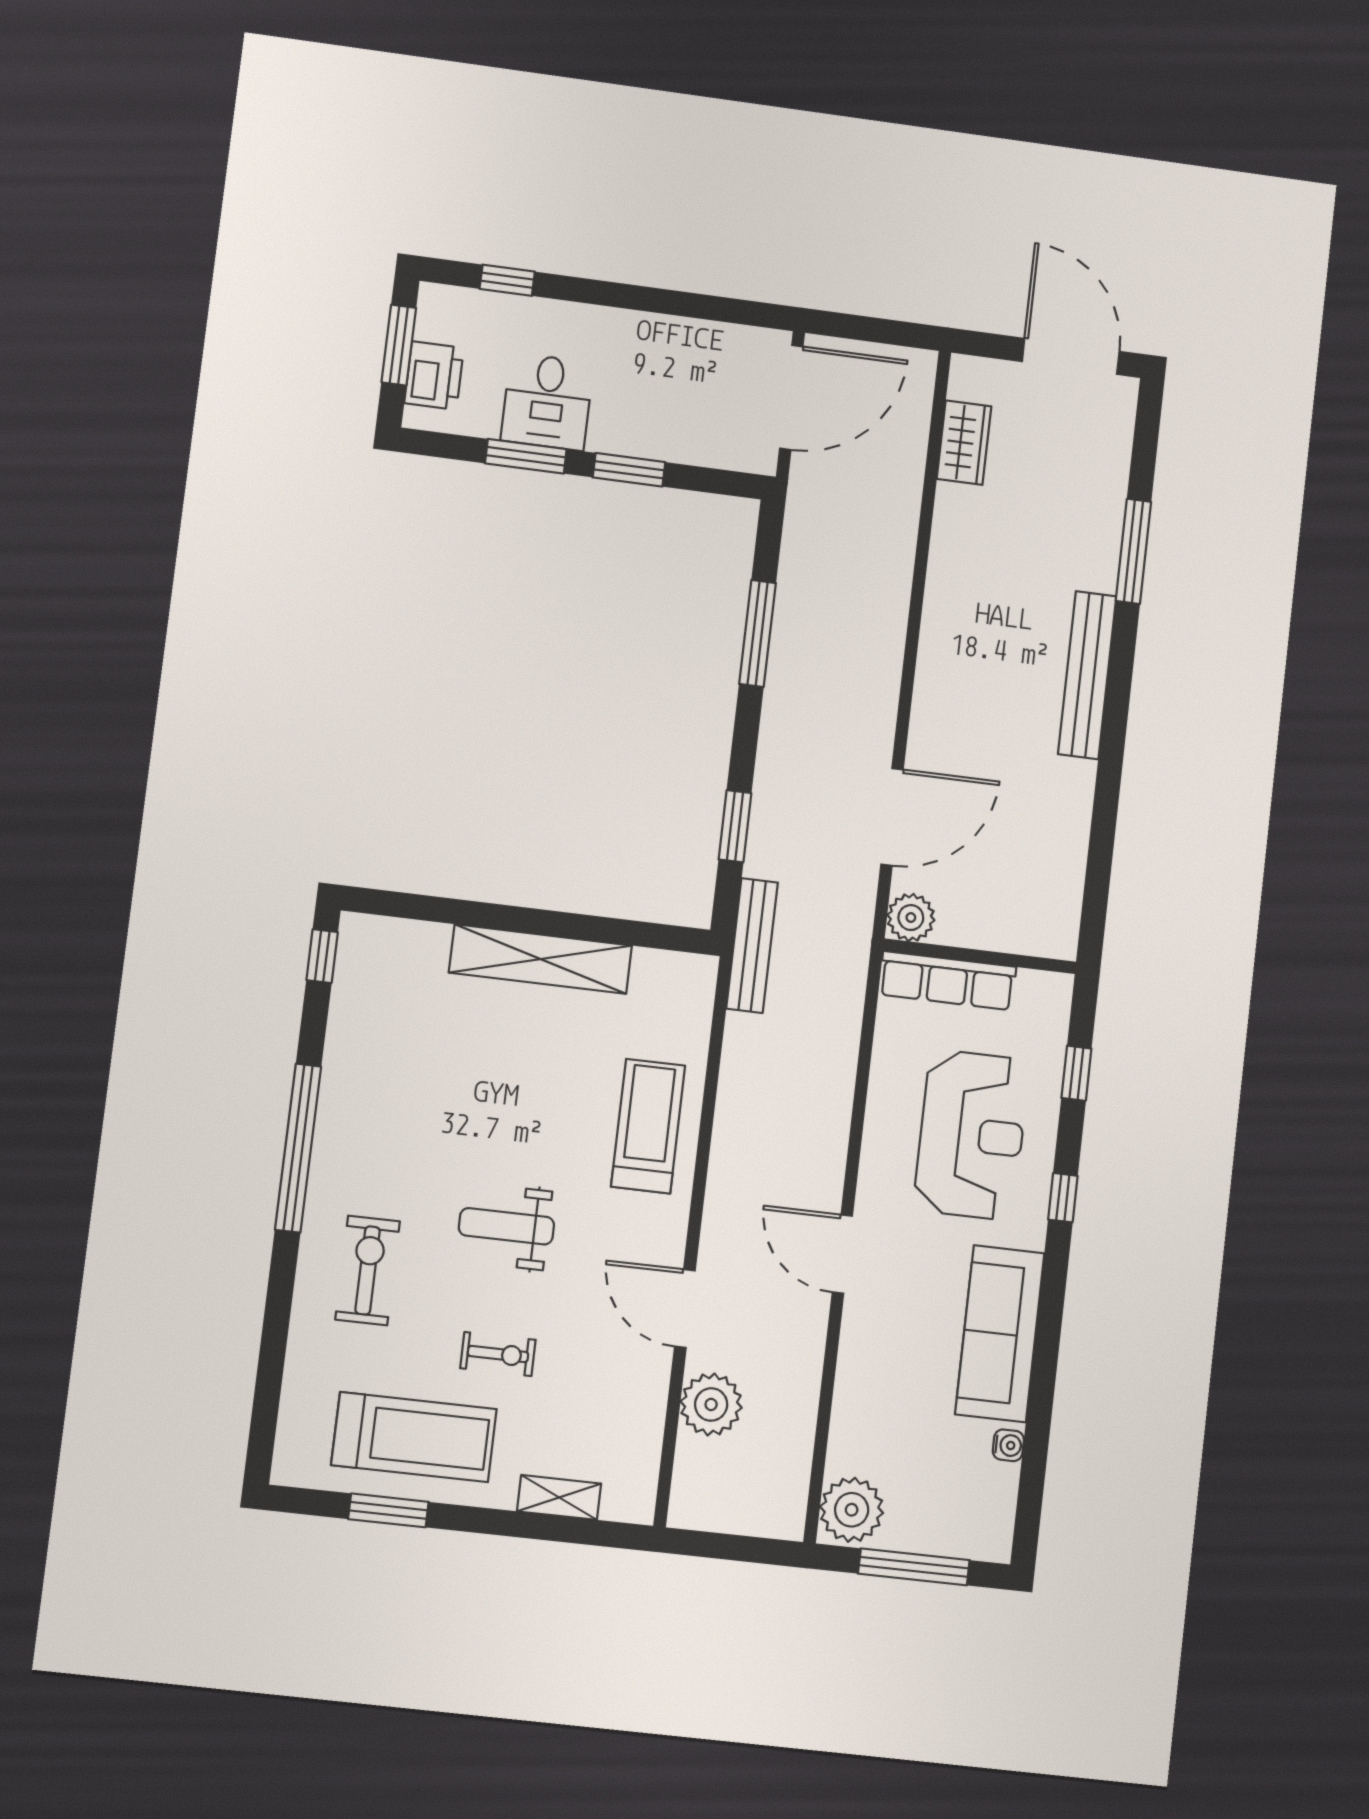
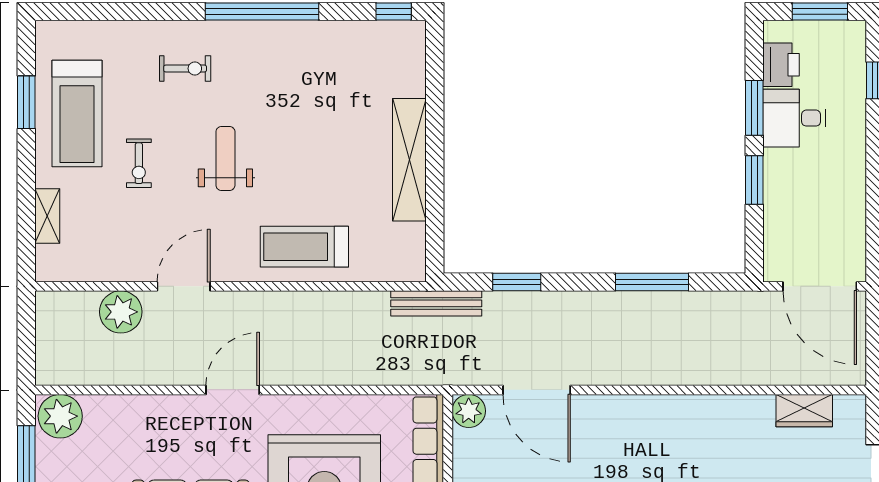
printer: (434, 376) -> (781, 65), moved, turned -90
treadmill: (648, 1126) -> (304, 247), turned 180
exercise bike: (368, 1270) -> (185, 68), width x0.73, depth x0.72

